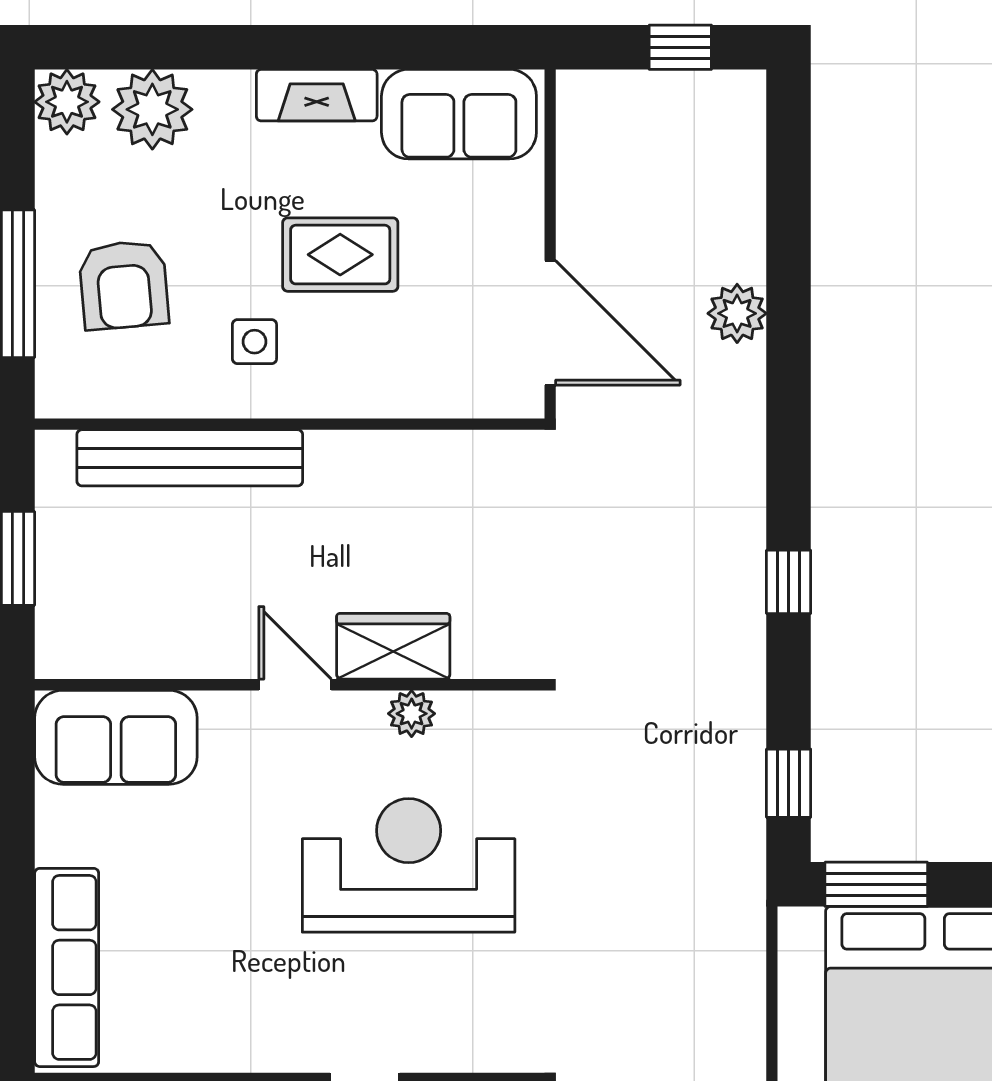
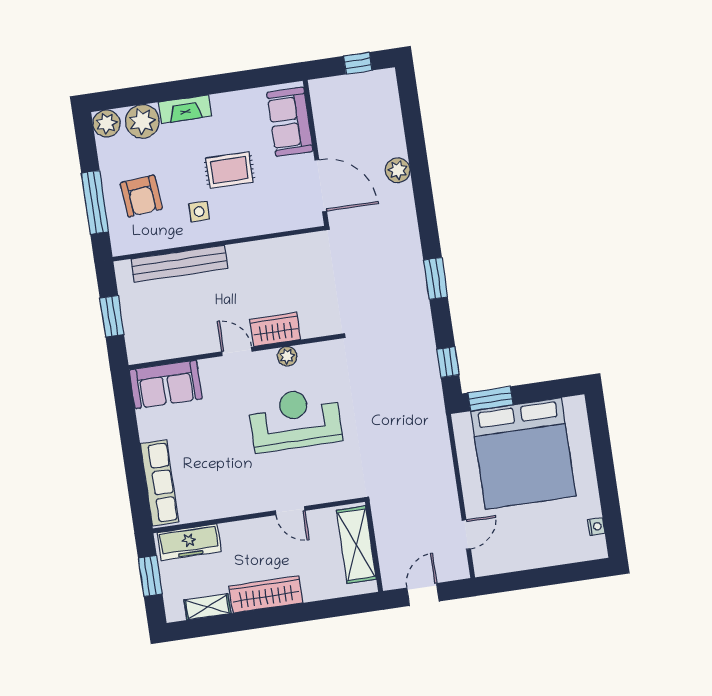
fireplace: (317, 95) -> (185, 109), moved
sofa: (459, 114) -> (290, 122), moved, turned 90
window: (789, 582) -> (436, 279), width x1.50

